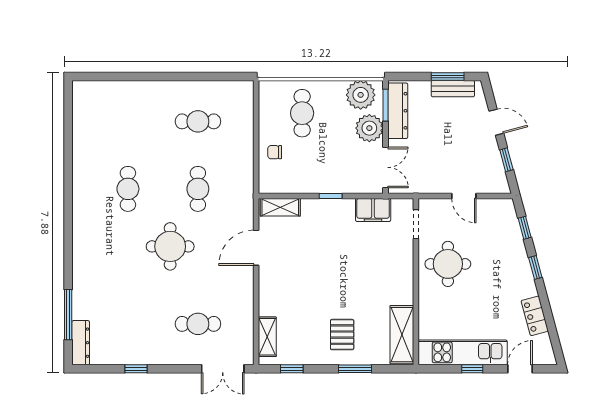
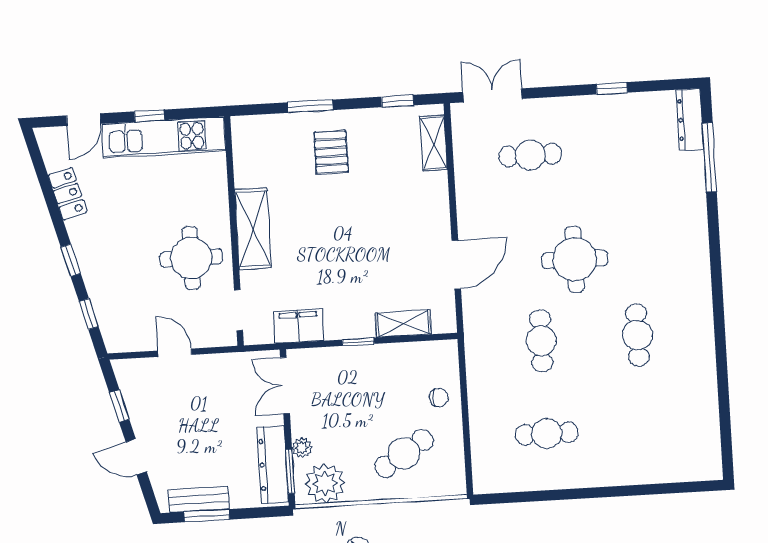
cafe table: (302, 113) -> (404, 453), turned 58
plant: (369, 128) -> (302, 448), width x0.53, depth x0.53
shelving: (280, 207) -> (403, 324), moved
shelving: (402, 335) -> (253, 229), moved

